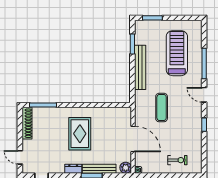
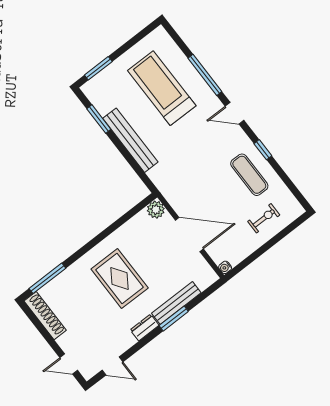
exercise mat: (162, 108) -> (249, 175), moved
plant: (126, 168) -> (156, 210), moved

